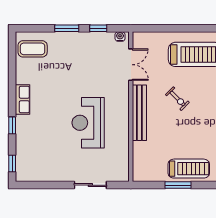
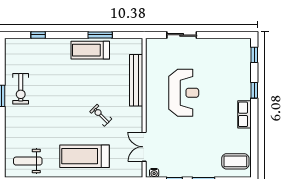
bench: (139, 113) -> (136, 80), moved

